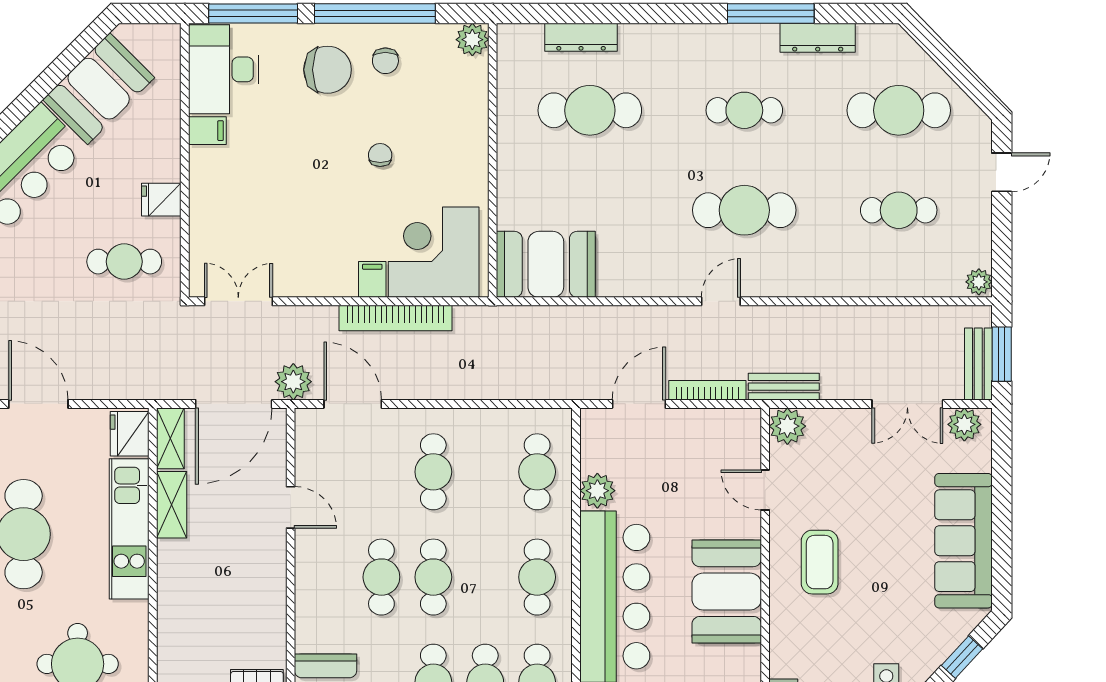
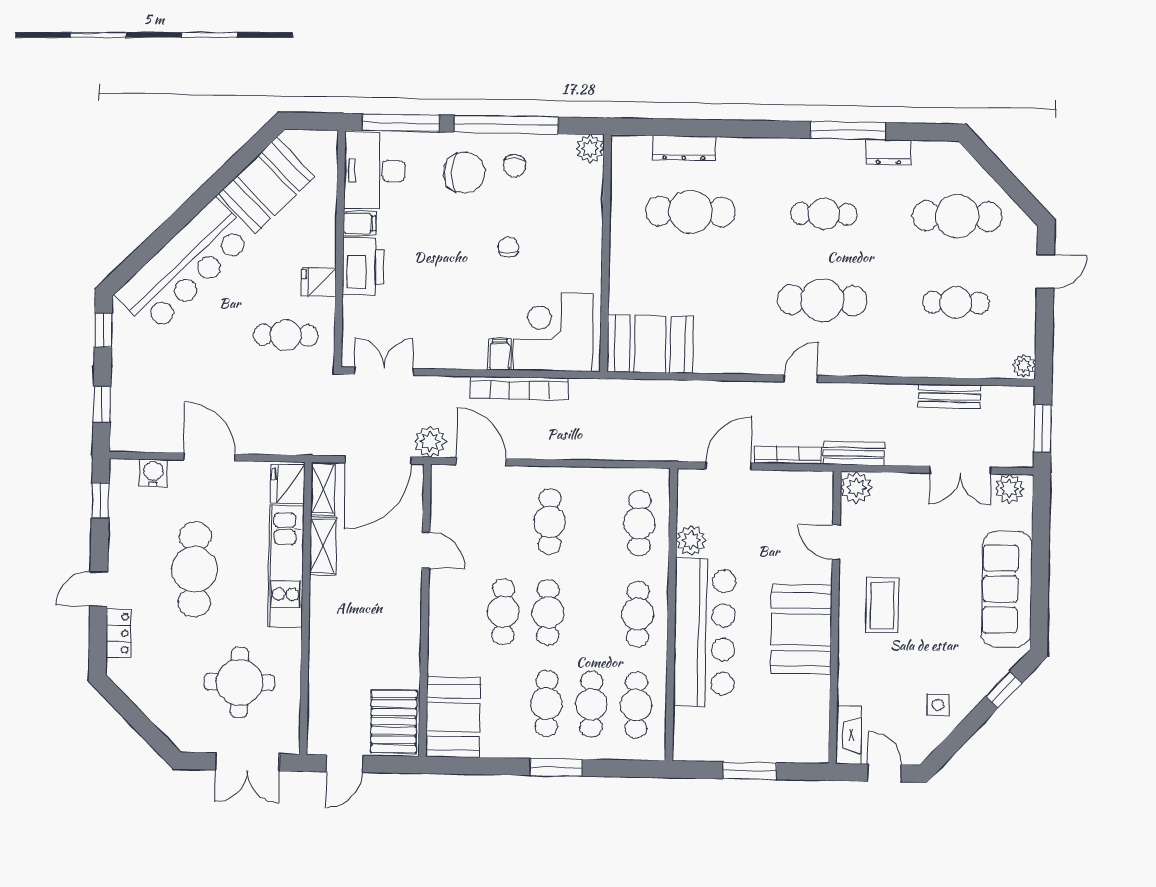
dresser: (818, 38) -> (888, 152), width x0.70
printer: (212, 180) -> (363, 266), added
bench: (978, 364) -> (950, 396), moved, turned 90

